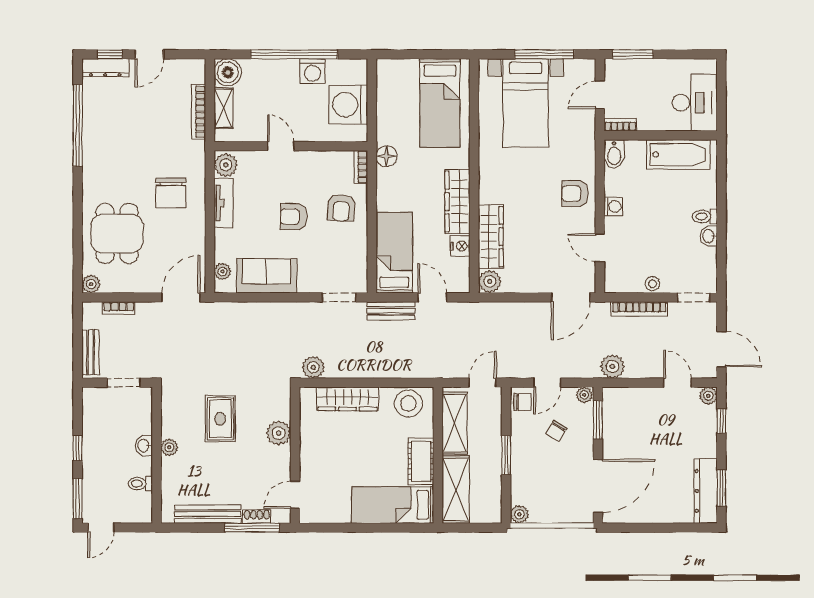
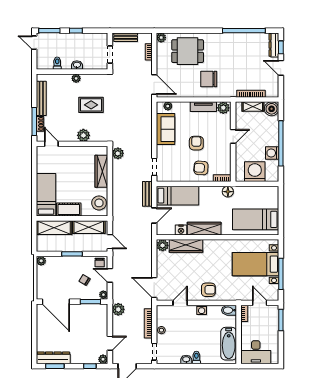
armchair: (575, 194) -> (208, 290), turned 90

